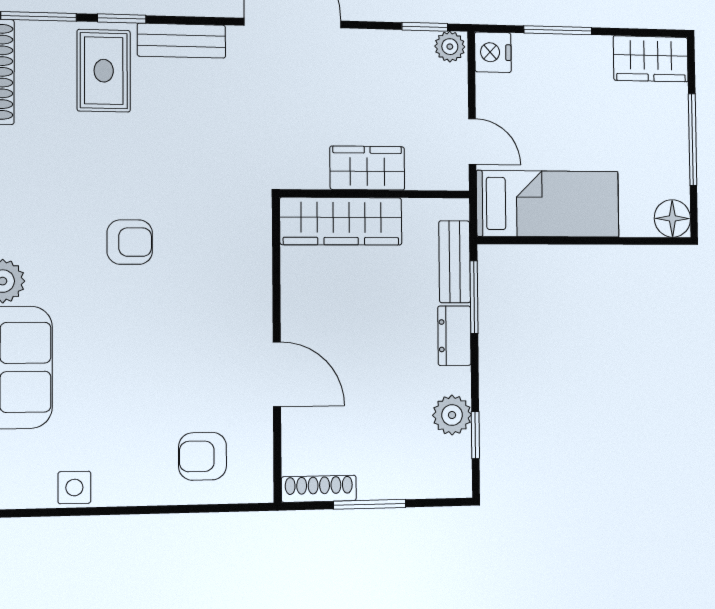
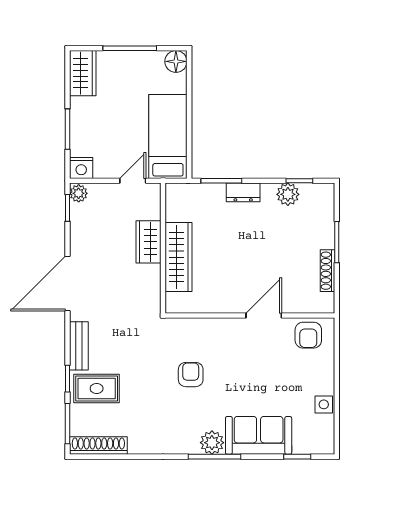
bench: (455, 262) -> (201, 192), removed
wall: (277, 349) -> (250, 315), moved
door: (277, 374) -> (264, 315), moved

